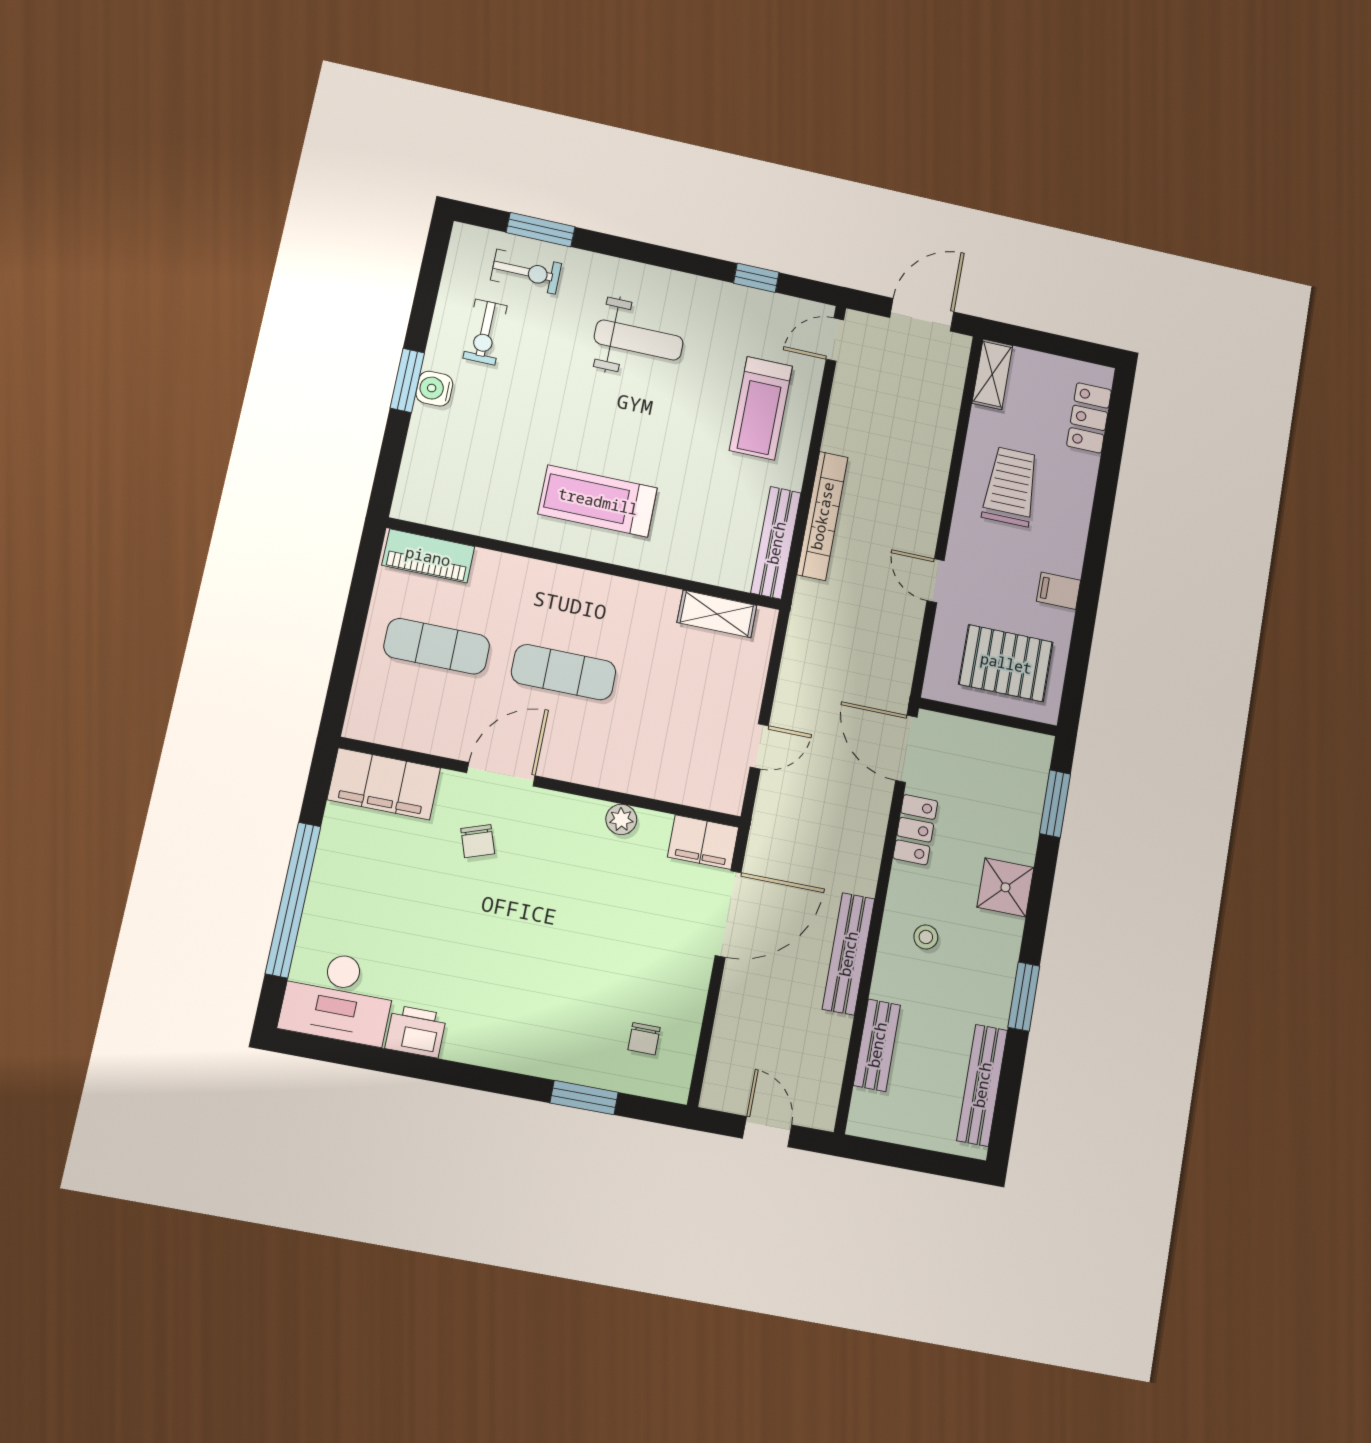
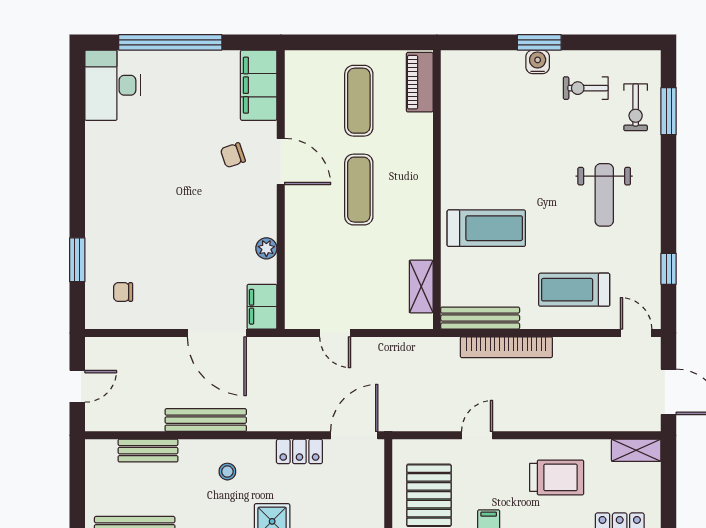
treadmill: (598, 501) -> (486, 228), moved, turned 90
printer: (416, 1031) -> (100, 140), removed

